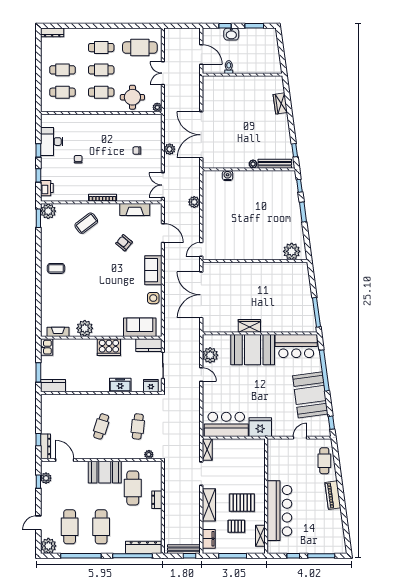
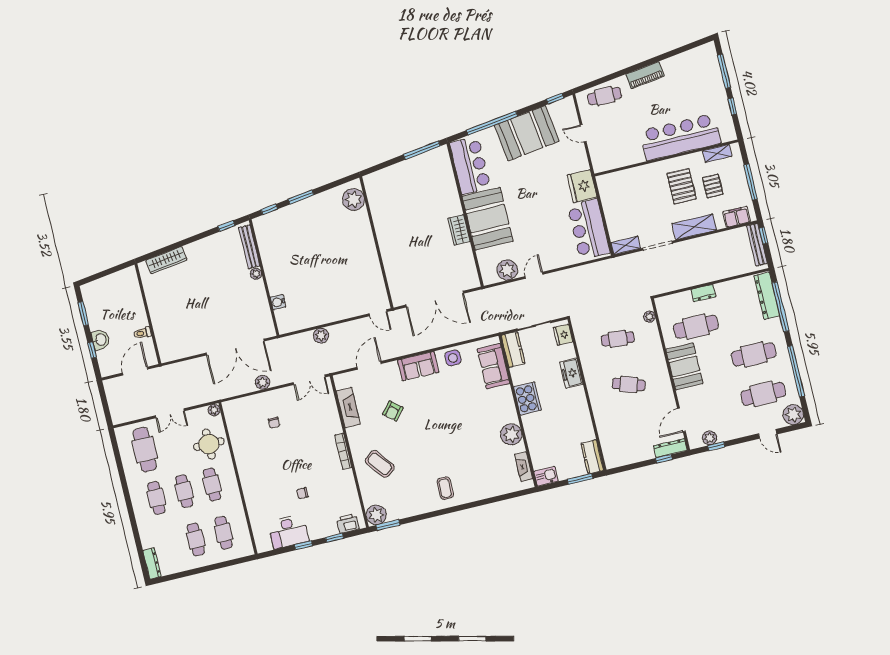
wardrobe: (280, 103) -> (166, 260), width x1.50

